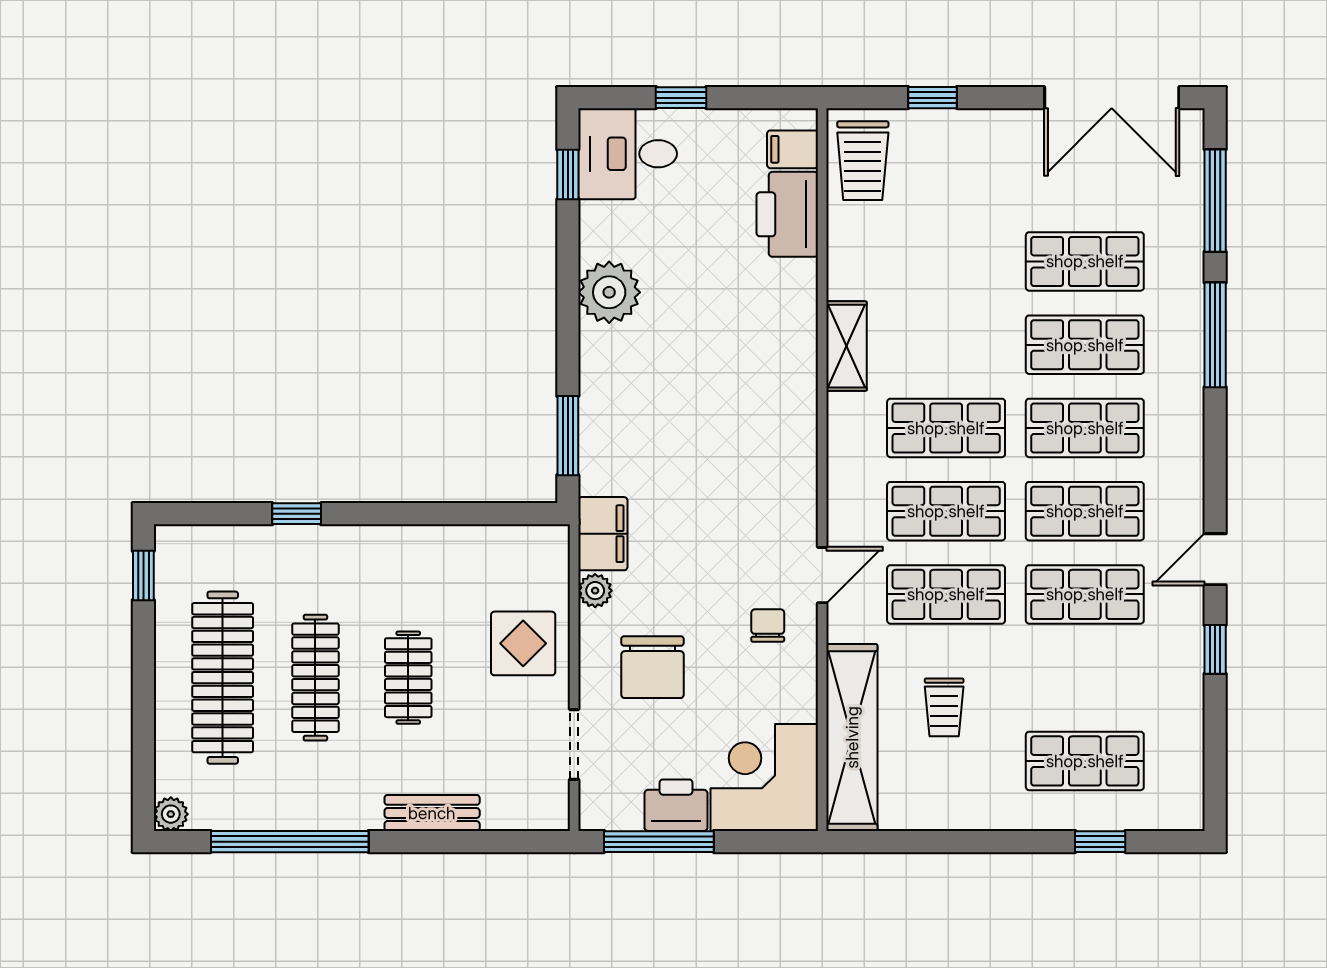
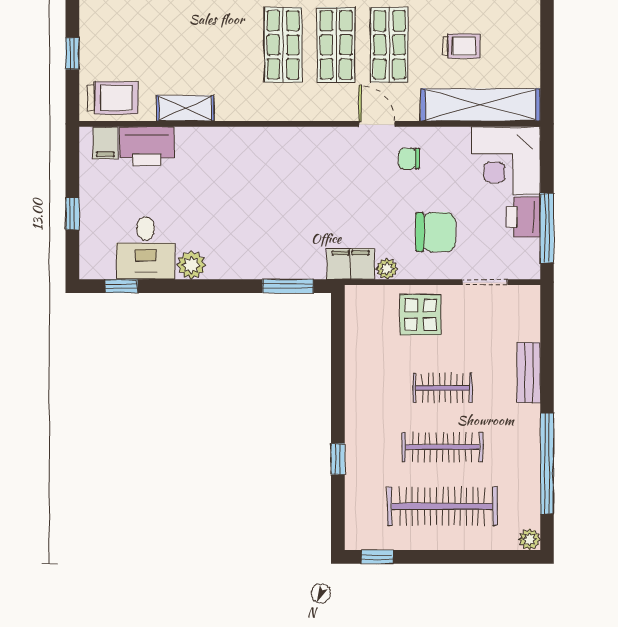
desk: (628, 154) -> (146, 248), moved
plant: (609, 292) -> (191, 265), width x0.73, depth x0.73
shelving: (847, 346) -> (185, 108), moved

